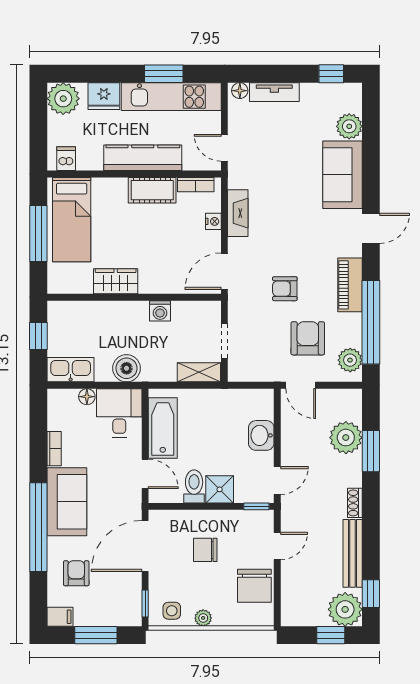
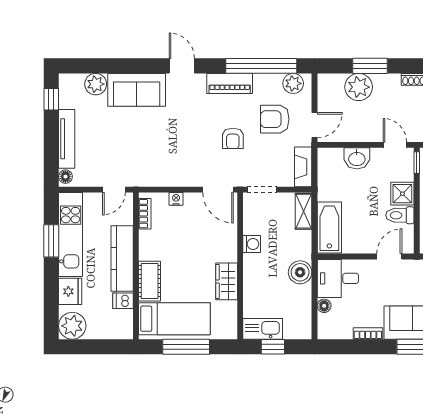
tv unit: (274, 92) -> (67, 139), width x1.41
dishwasher: (66, 159) -> (123, 301), moved
cot: (152, 190) -> (150, 281), moved
fireplace: (238, 213) -> (303, 167), moved, turned -90
doorway: (224, 341) -> (262, 190), moved
kitchen sink: (71, 370) -> (263, 329), moved, turned 90
bathtub: (163, 428) -> (329, 227), moved, turned 90

